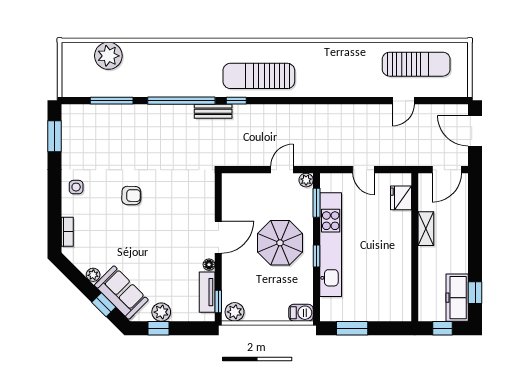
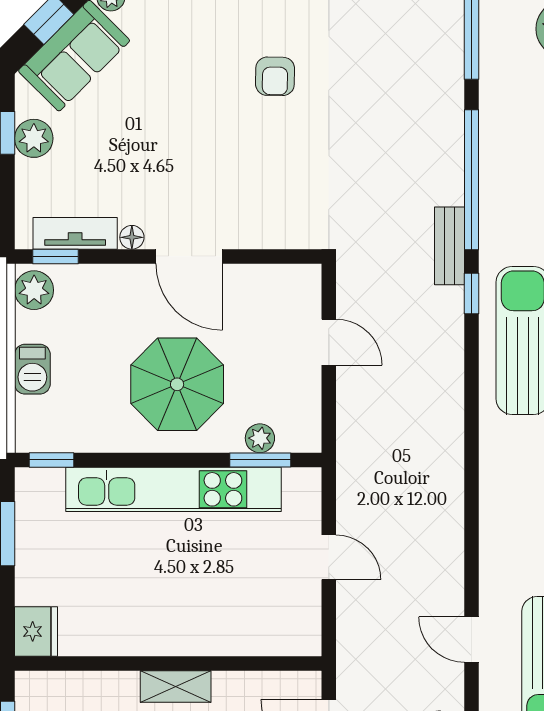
door: (282, 170) -> (329, 342), moved
door: (364, 170) -> (329, 557), swing flipped
plant: (306, 180) -> (260, 438), moved
fridge: (401, 198) -> (36, 631), moved, turned 90
shelving: (426, 229) -> (176, 686), moved
window: (317, 256) -> (52, 460), moved
barbecue: (301, 313) -> (32, 369), moved

